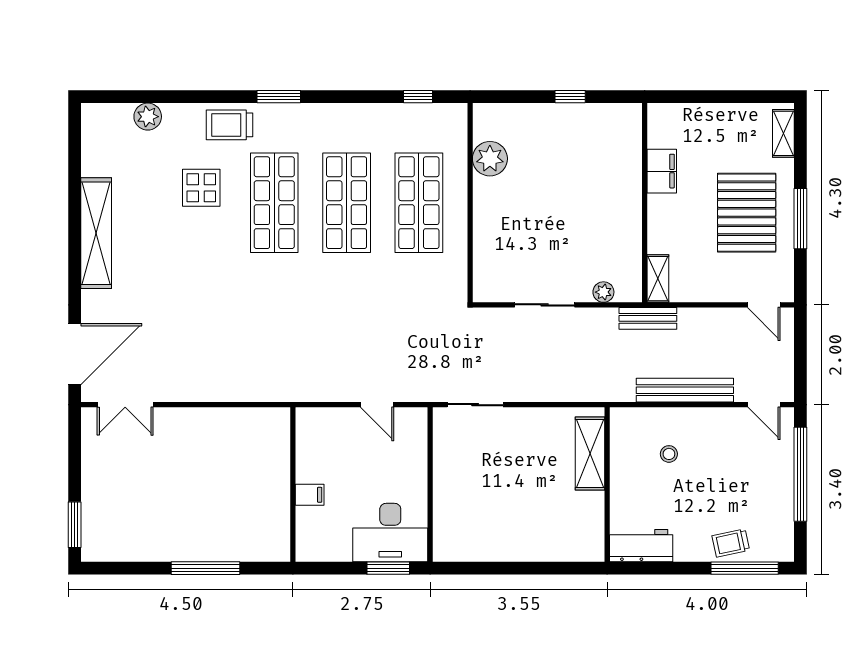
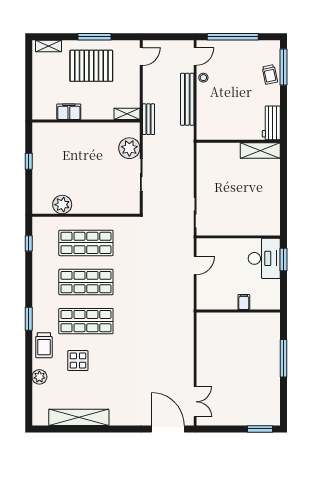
plant: (148, 117) -> (39, 377), moved
shelving: (96, 233) -> (79, 417), moved
plant: (603, 292) -> (129, 148), width x1.88, depth x1.88
shelving: (590, 454) -> (260, 150), moved
stool: (669, 454) -> (203, 78), moved

